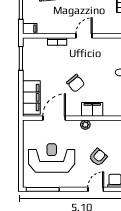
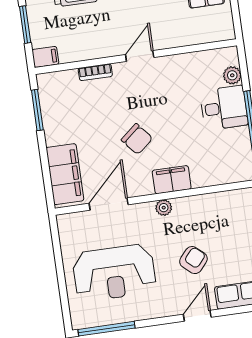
reception desk: (52, 158) -> (114, 273), turned 180

